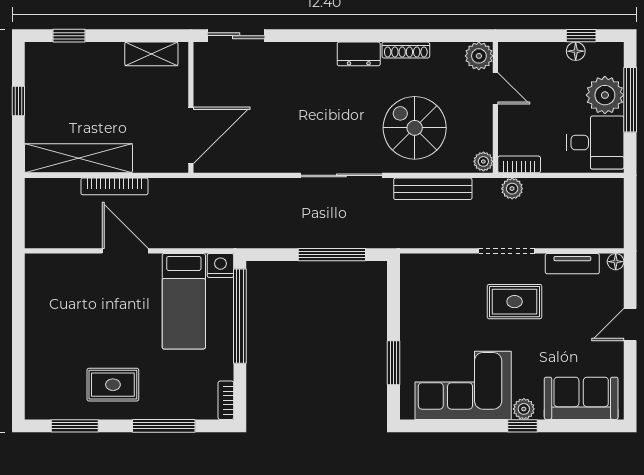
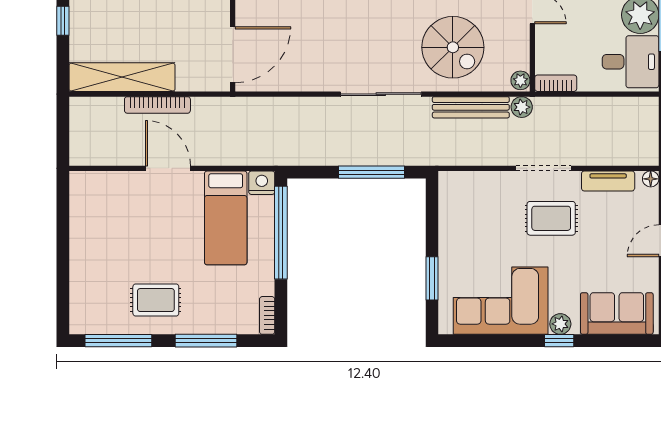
spiral stairs: (415, 128) -> (453, 47), turned 180
plant: (512, 189) -> (522, 107), moved
window: (75, 426) -> (118, 341), width x1.44

